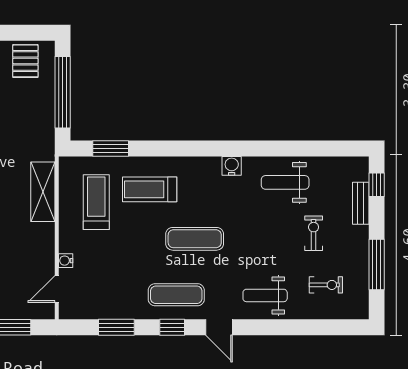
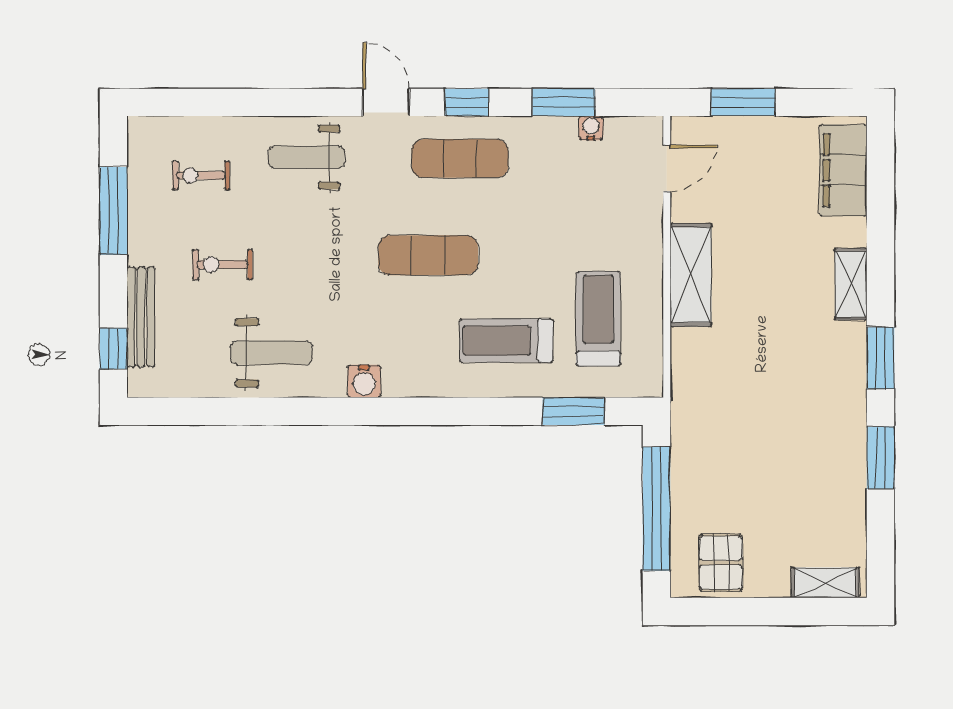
treadmill: (150, 189) -> (506, 341), turned 180
shelving: (43, 192) -> (691, 275), moved
treadmill: (96, 202) -> (598, 319), turned 180
bench: (361, 203) -> (141, 317), width x1.36
exercise bike: (314, 233) -> (222, 265), turned 90
water cooler: (66, 261) -> (591, 128), moved, turned -90
weight bench: (265, 295) -> (306, 157), turned 180

